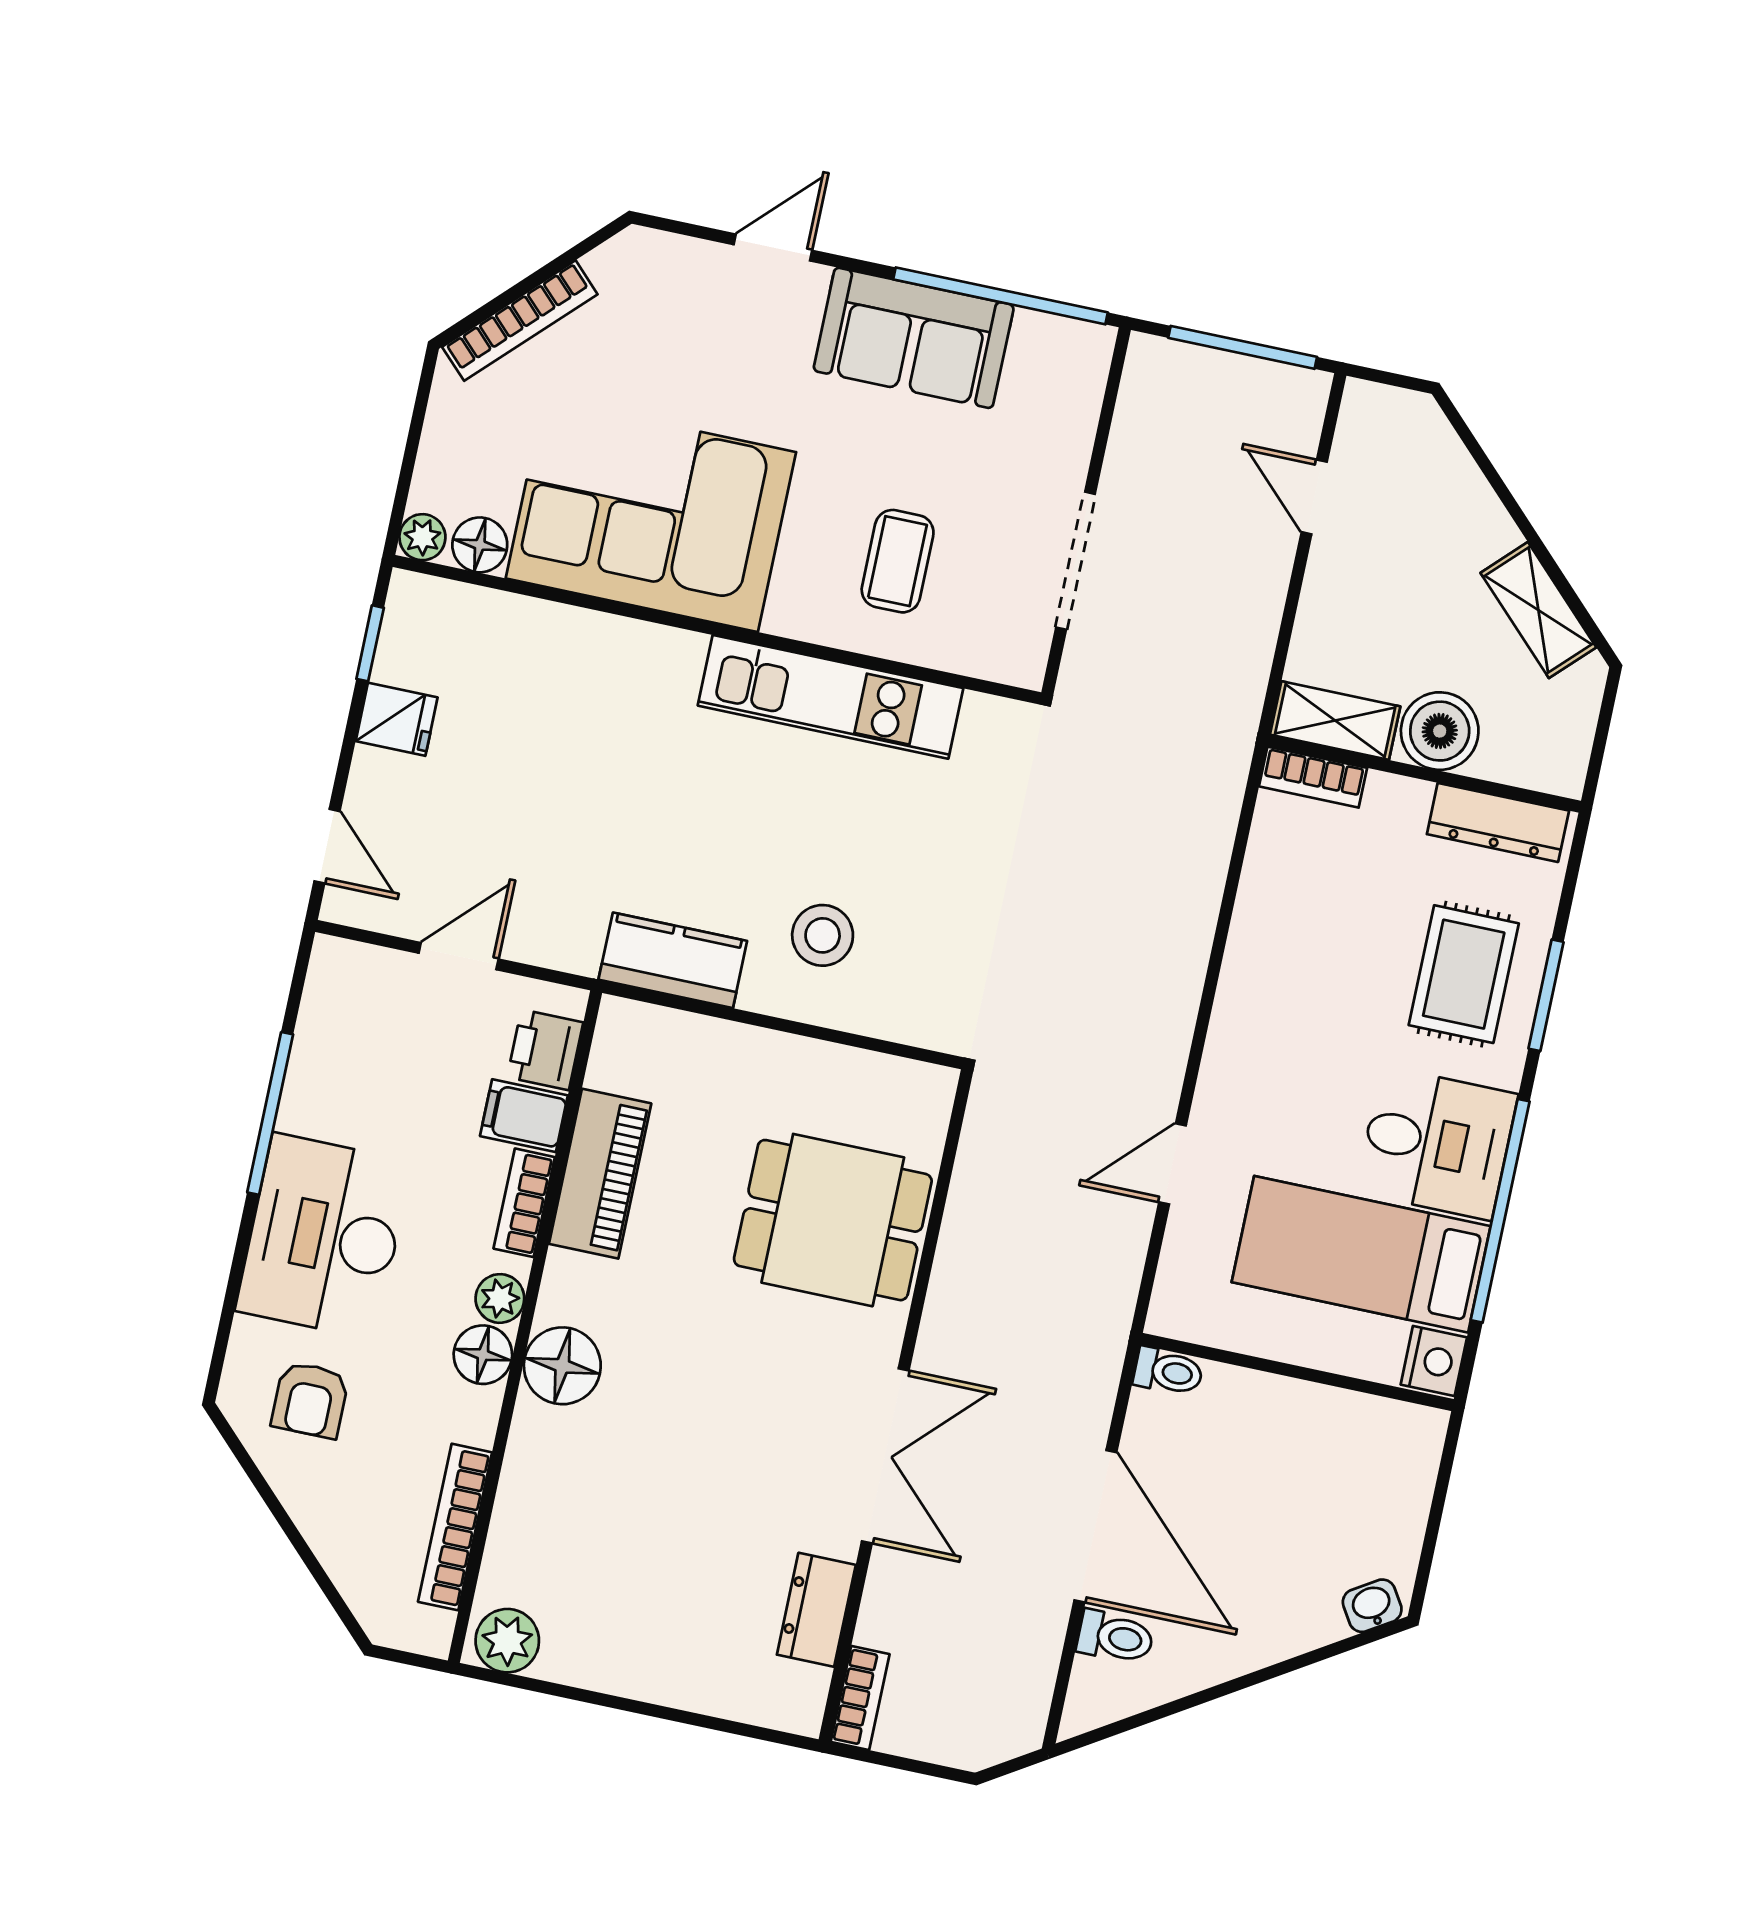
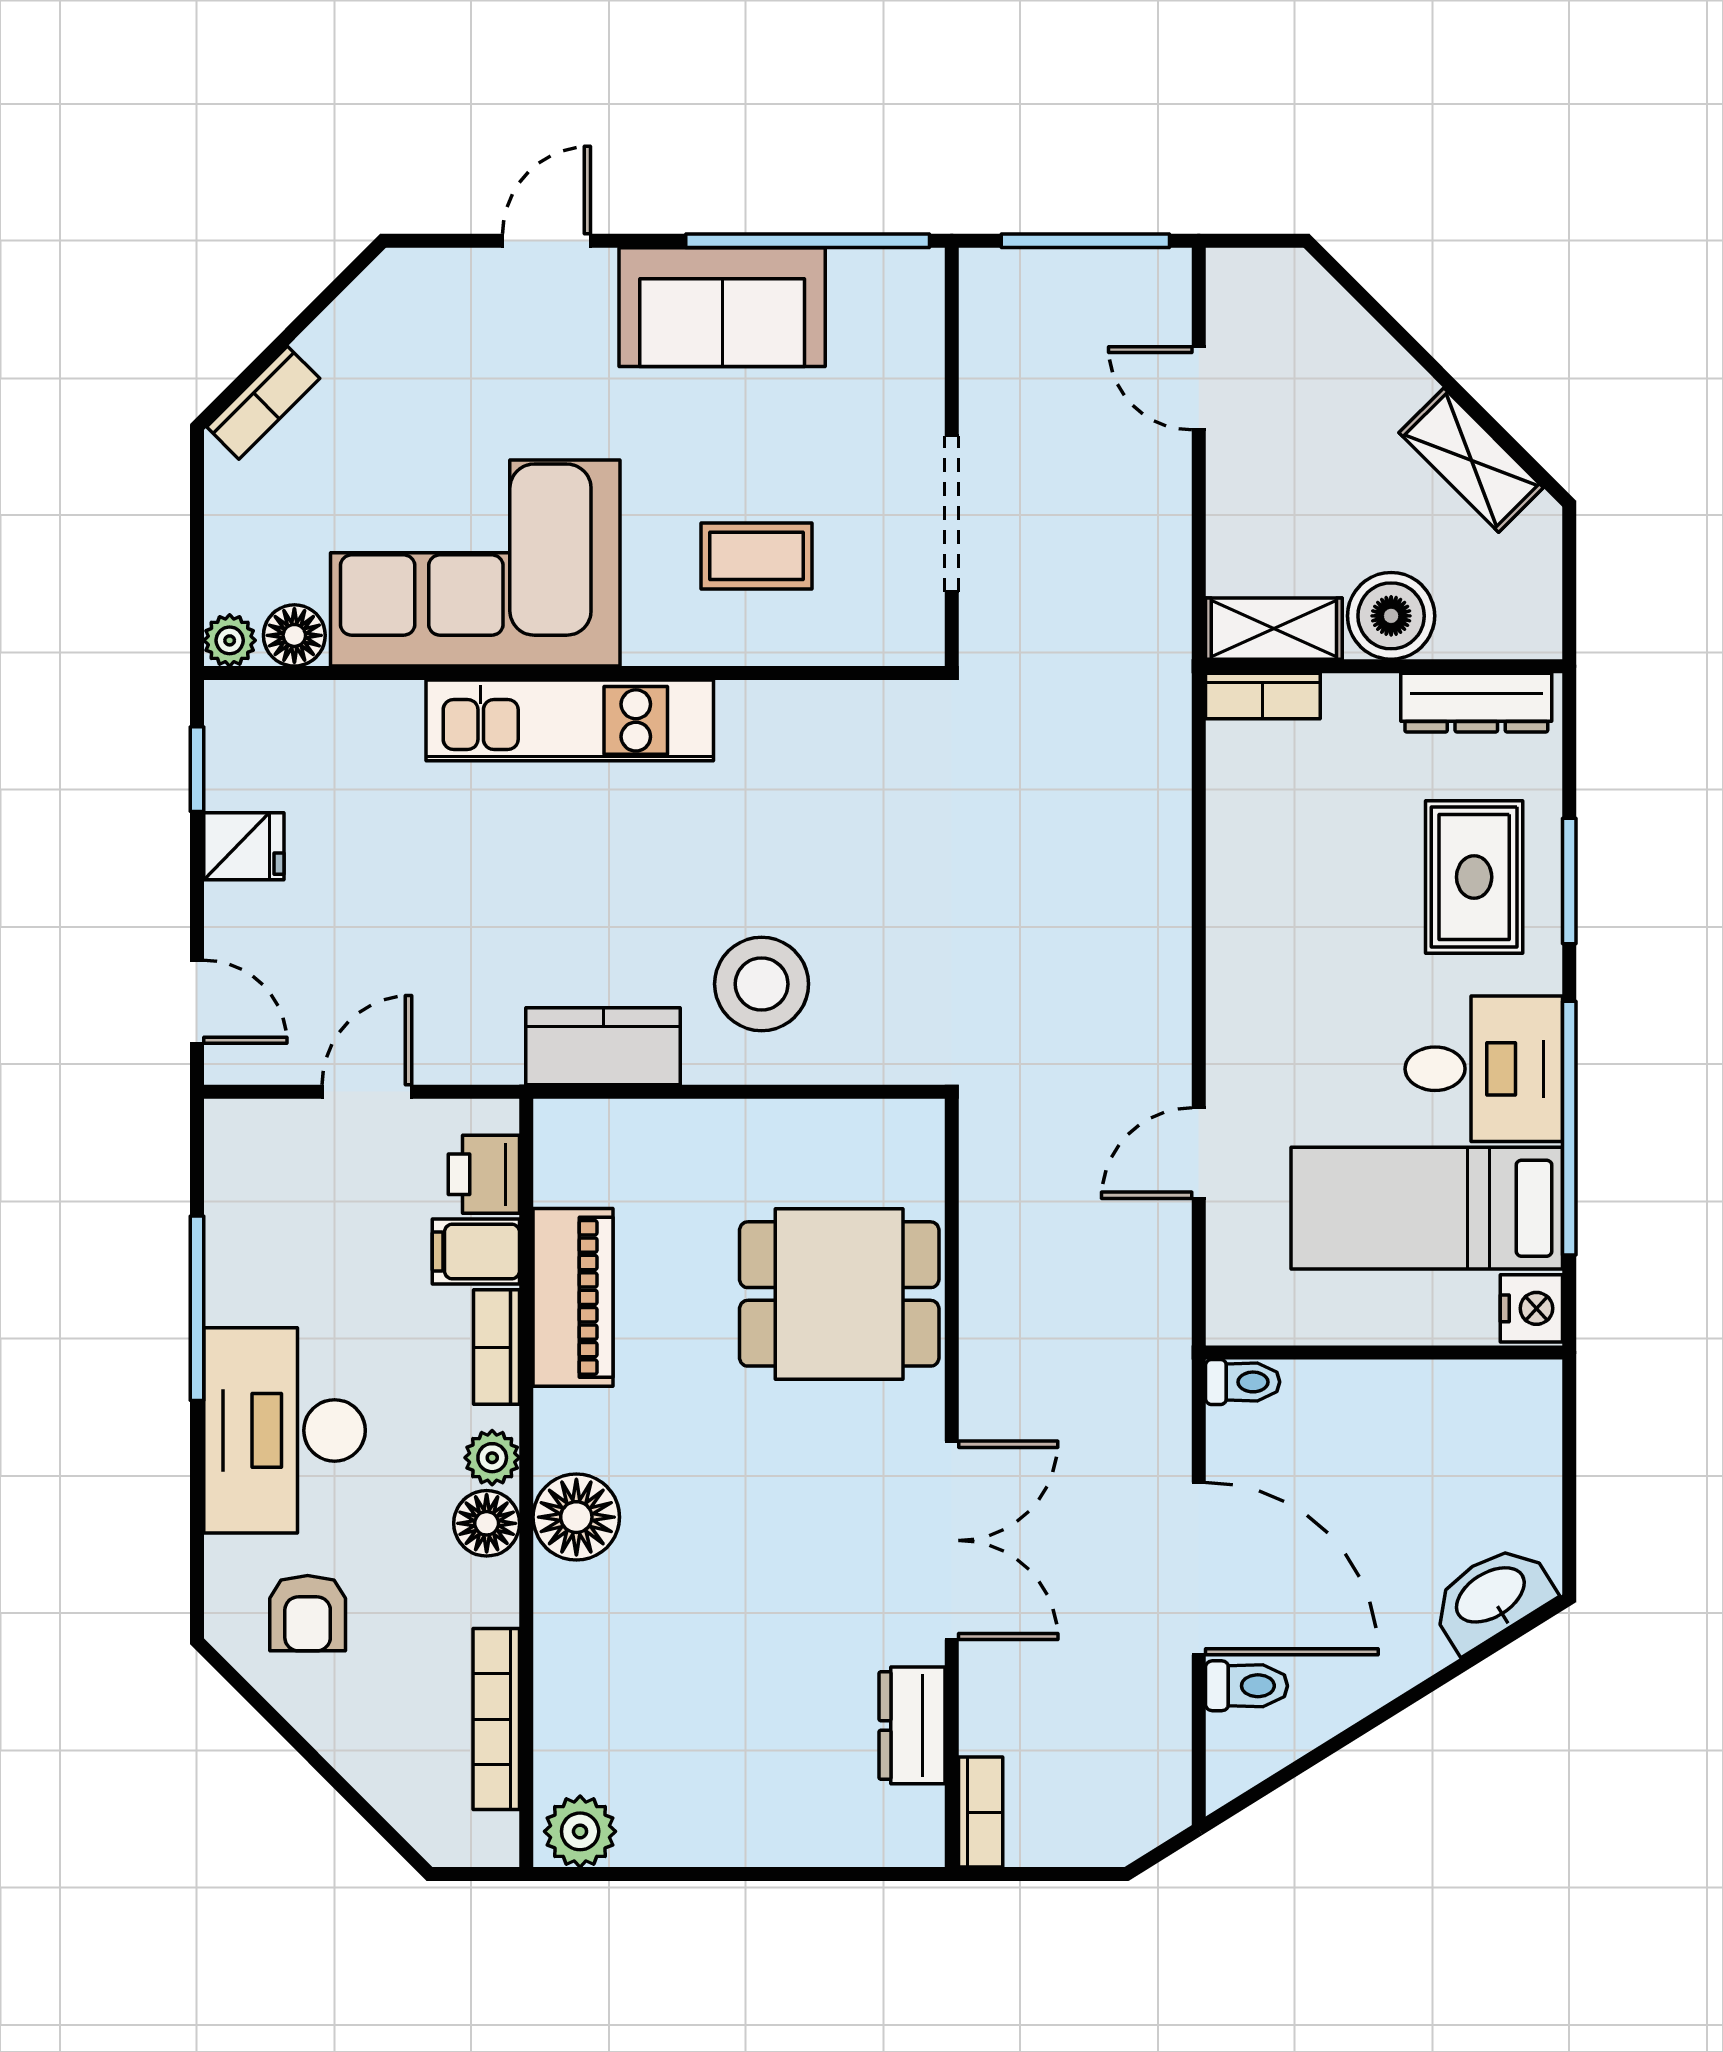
bookcase: (520, 321) -> (263, 403), width x0.64
coffee table: (898, 561) -> (757, 556), turned 90
kitchen unit: (831, 697) -> (570, 720), moved
stool: (823, 935) -> (762, 984), width x1.38, depth x1.38
washbasin: (1372, 1606) -> (1491, 1597), width x1.91, depth x1.45

